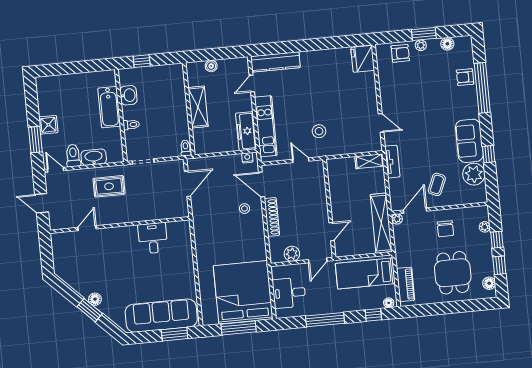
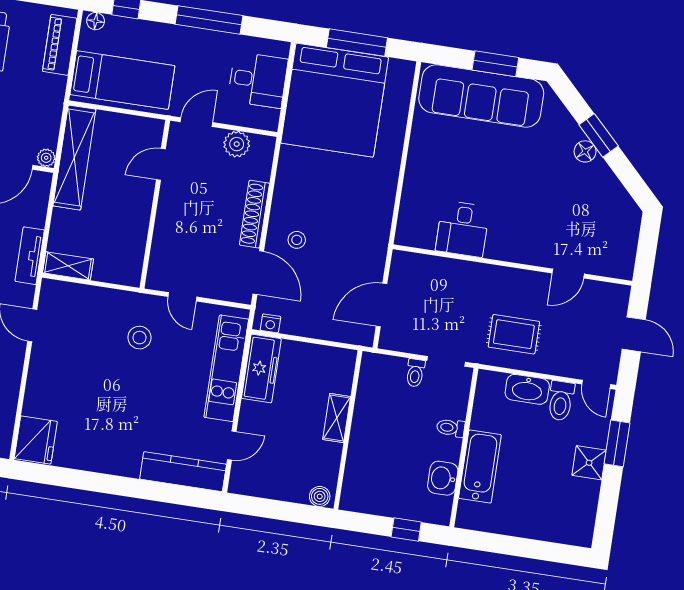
boiler: (211, 66) -> (320, 496), moved
shelving: (198, 107) -> (337, 418), width x0.67, depth x0.75
toilet: (186, 148) -> (415, 373), moved
window: (175, 334) -> (495, 64), moved

